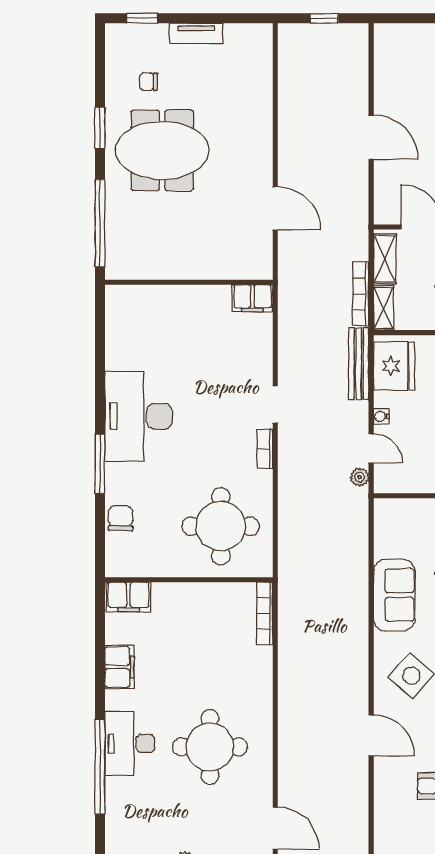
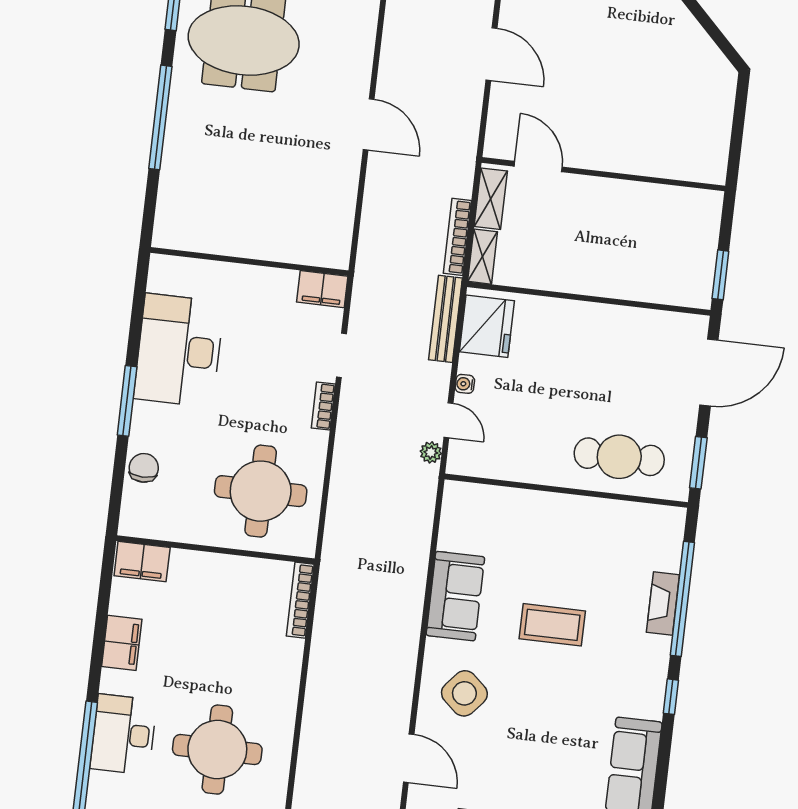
wall: (189, 282) -> (249, 262), moved
filing cabinet: (253, 298) -> (322, 289), moved

